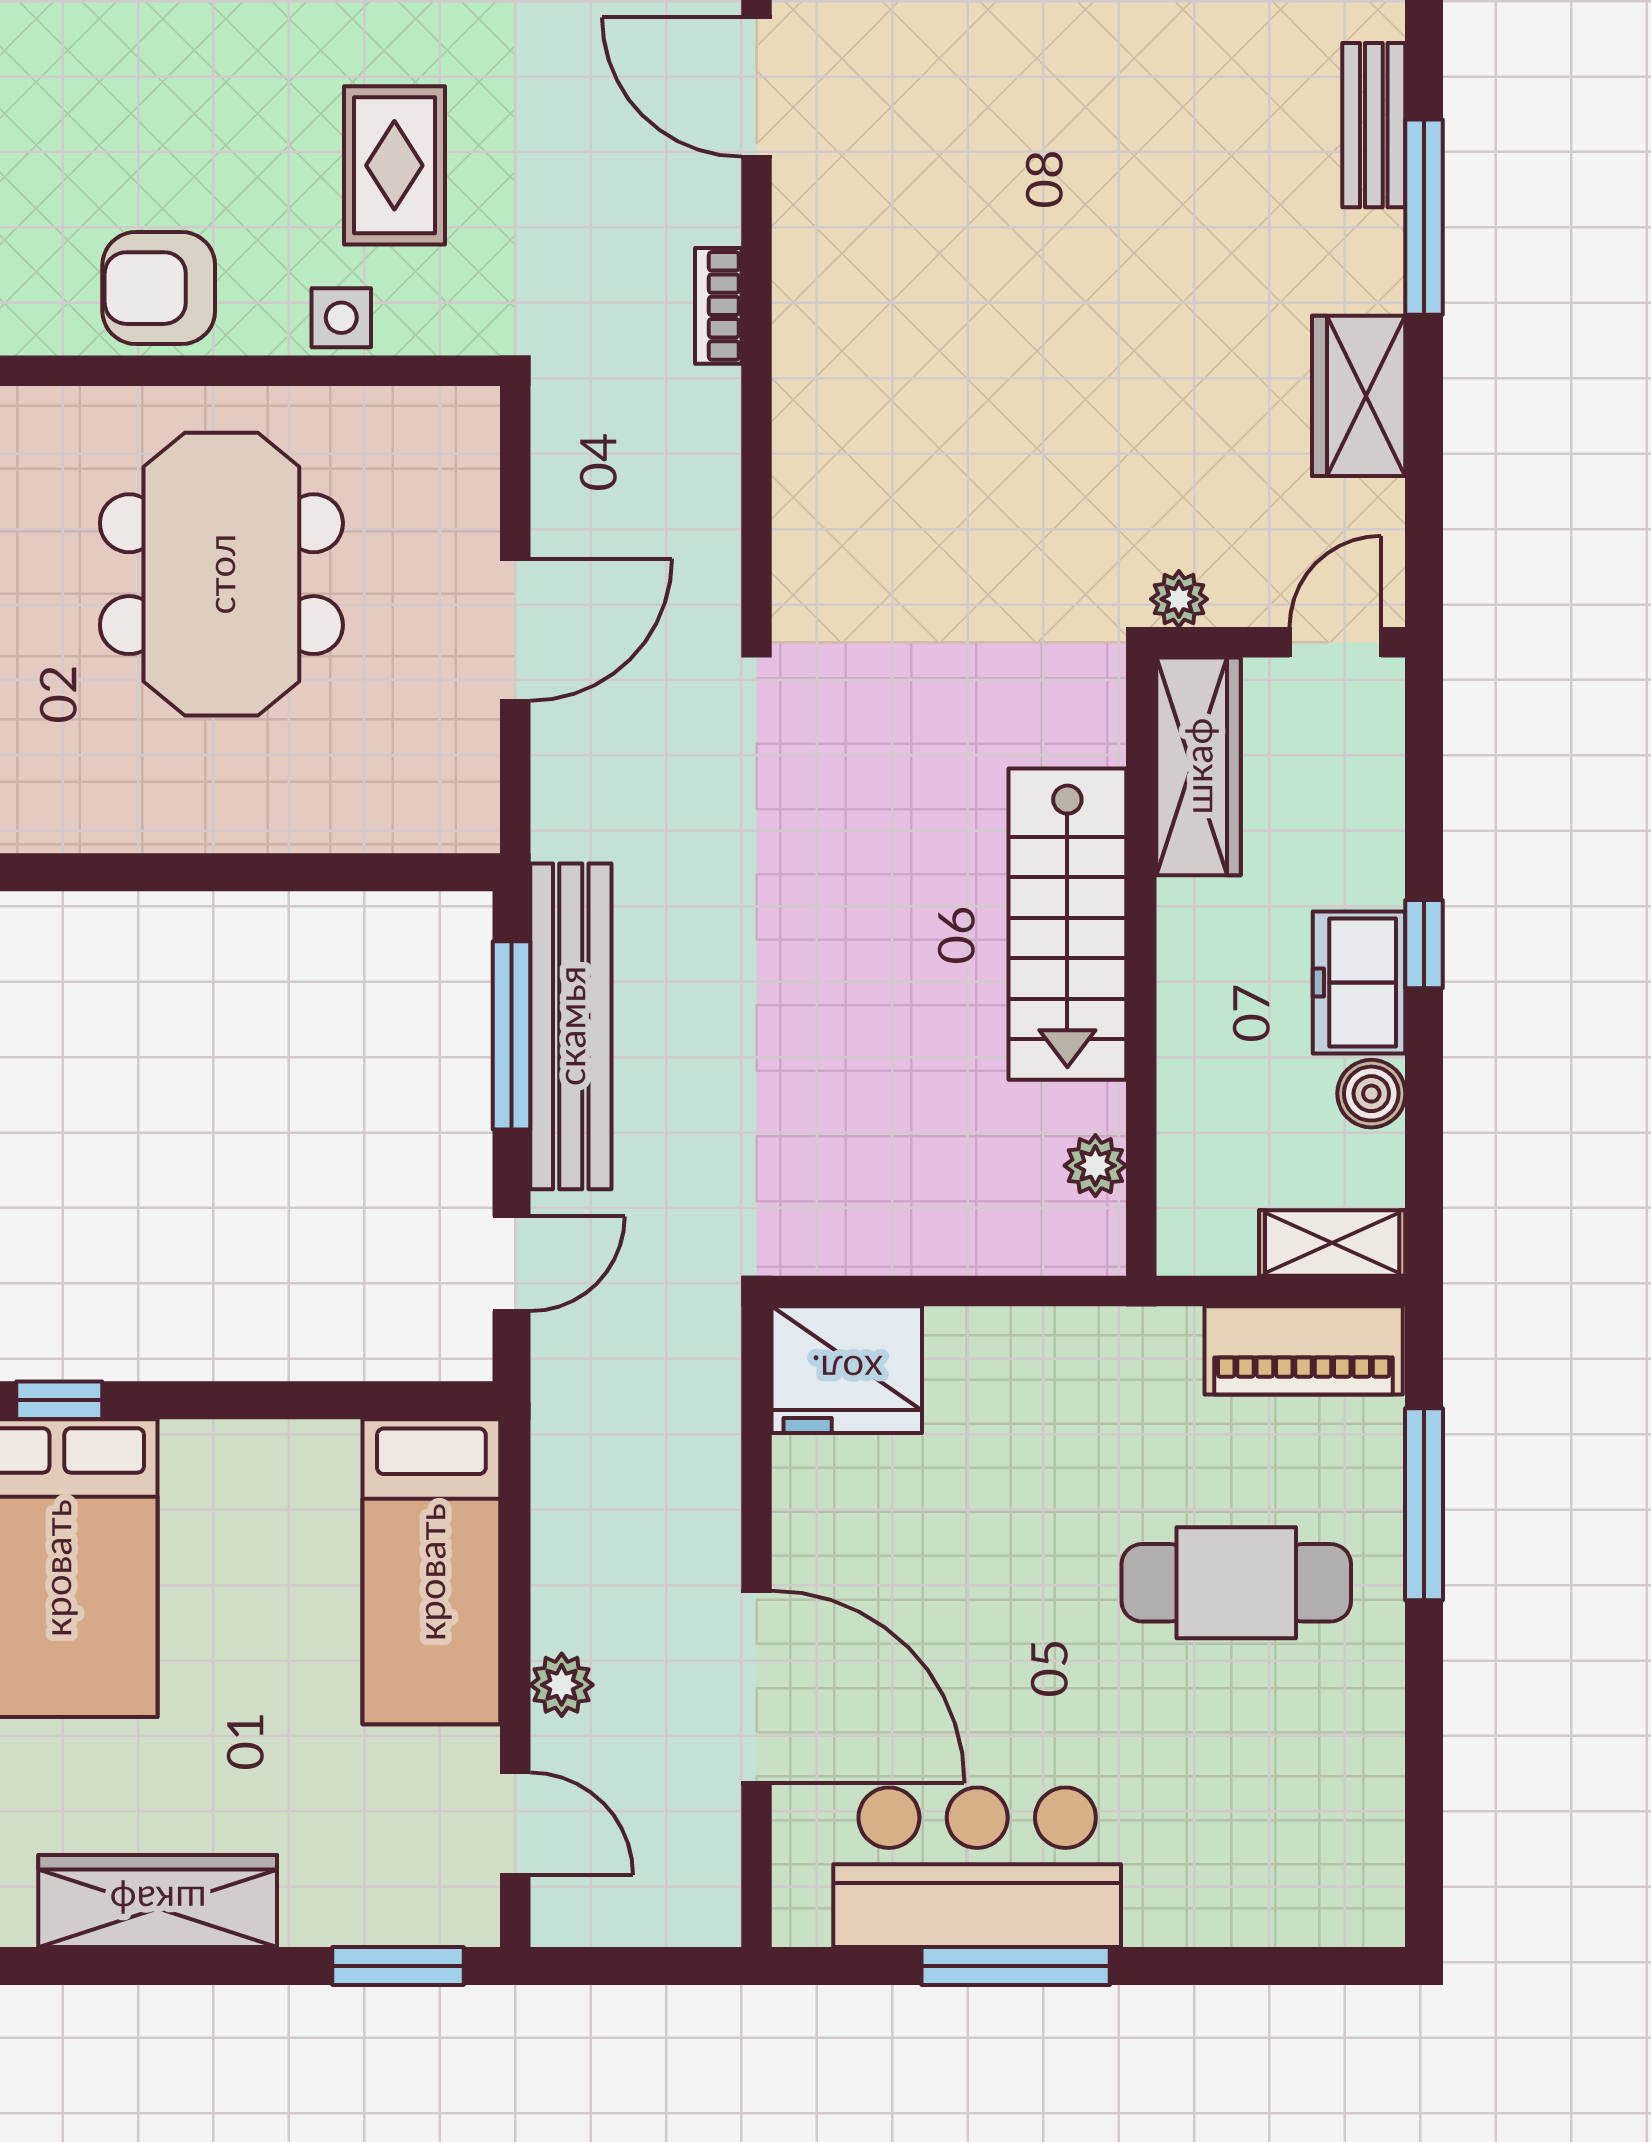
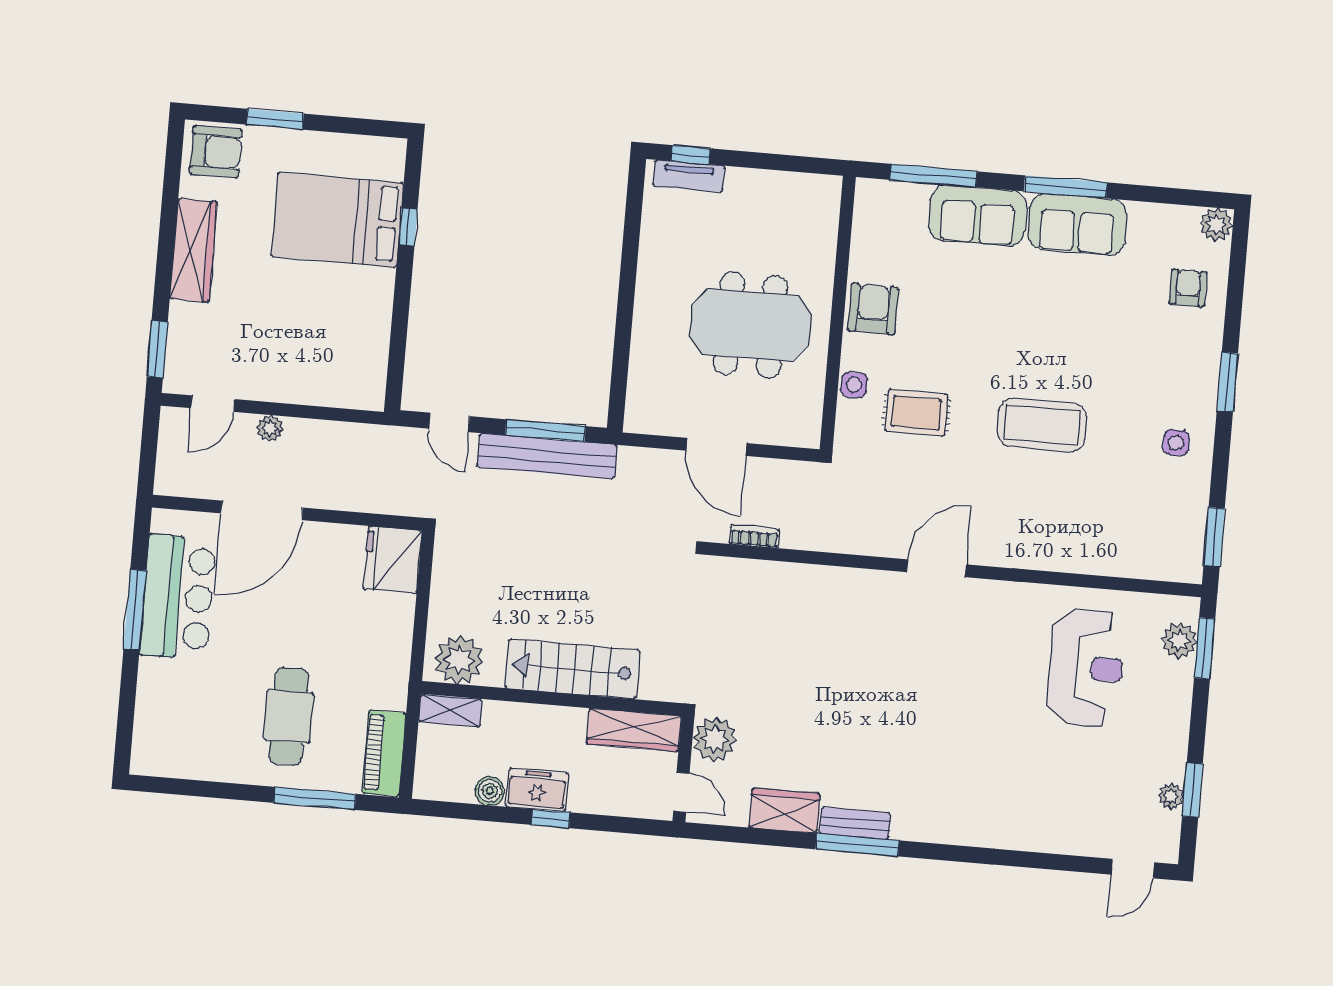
bench: (1374, 125) -> (855, 823), moved
bookcase: (718, 306) -> (754, 536), moved
plant: (1179, 599) -> (715, 739), width x1.87, depth x1.87
plant: (1095, 1166) -> (459, 660), width x1.88, depth x1.88
shelving: (1332, 1243) -> (450, 710), moved, turned 90
bed: (431, 1572) -> (322, 377), removed

